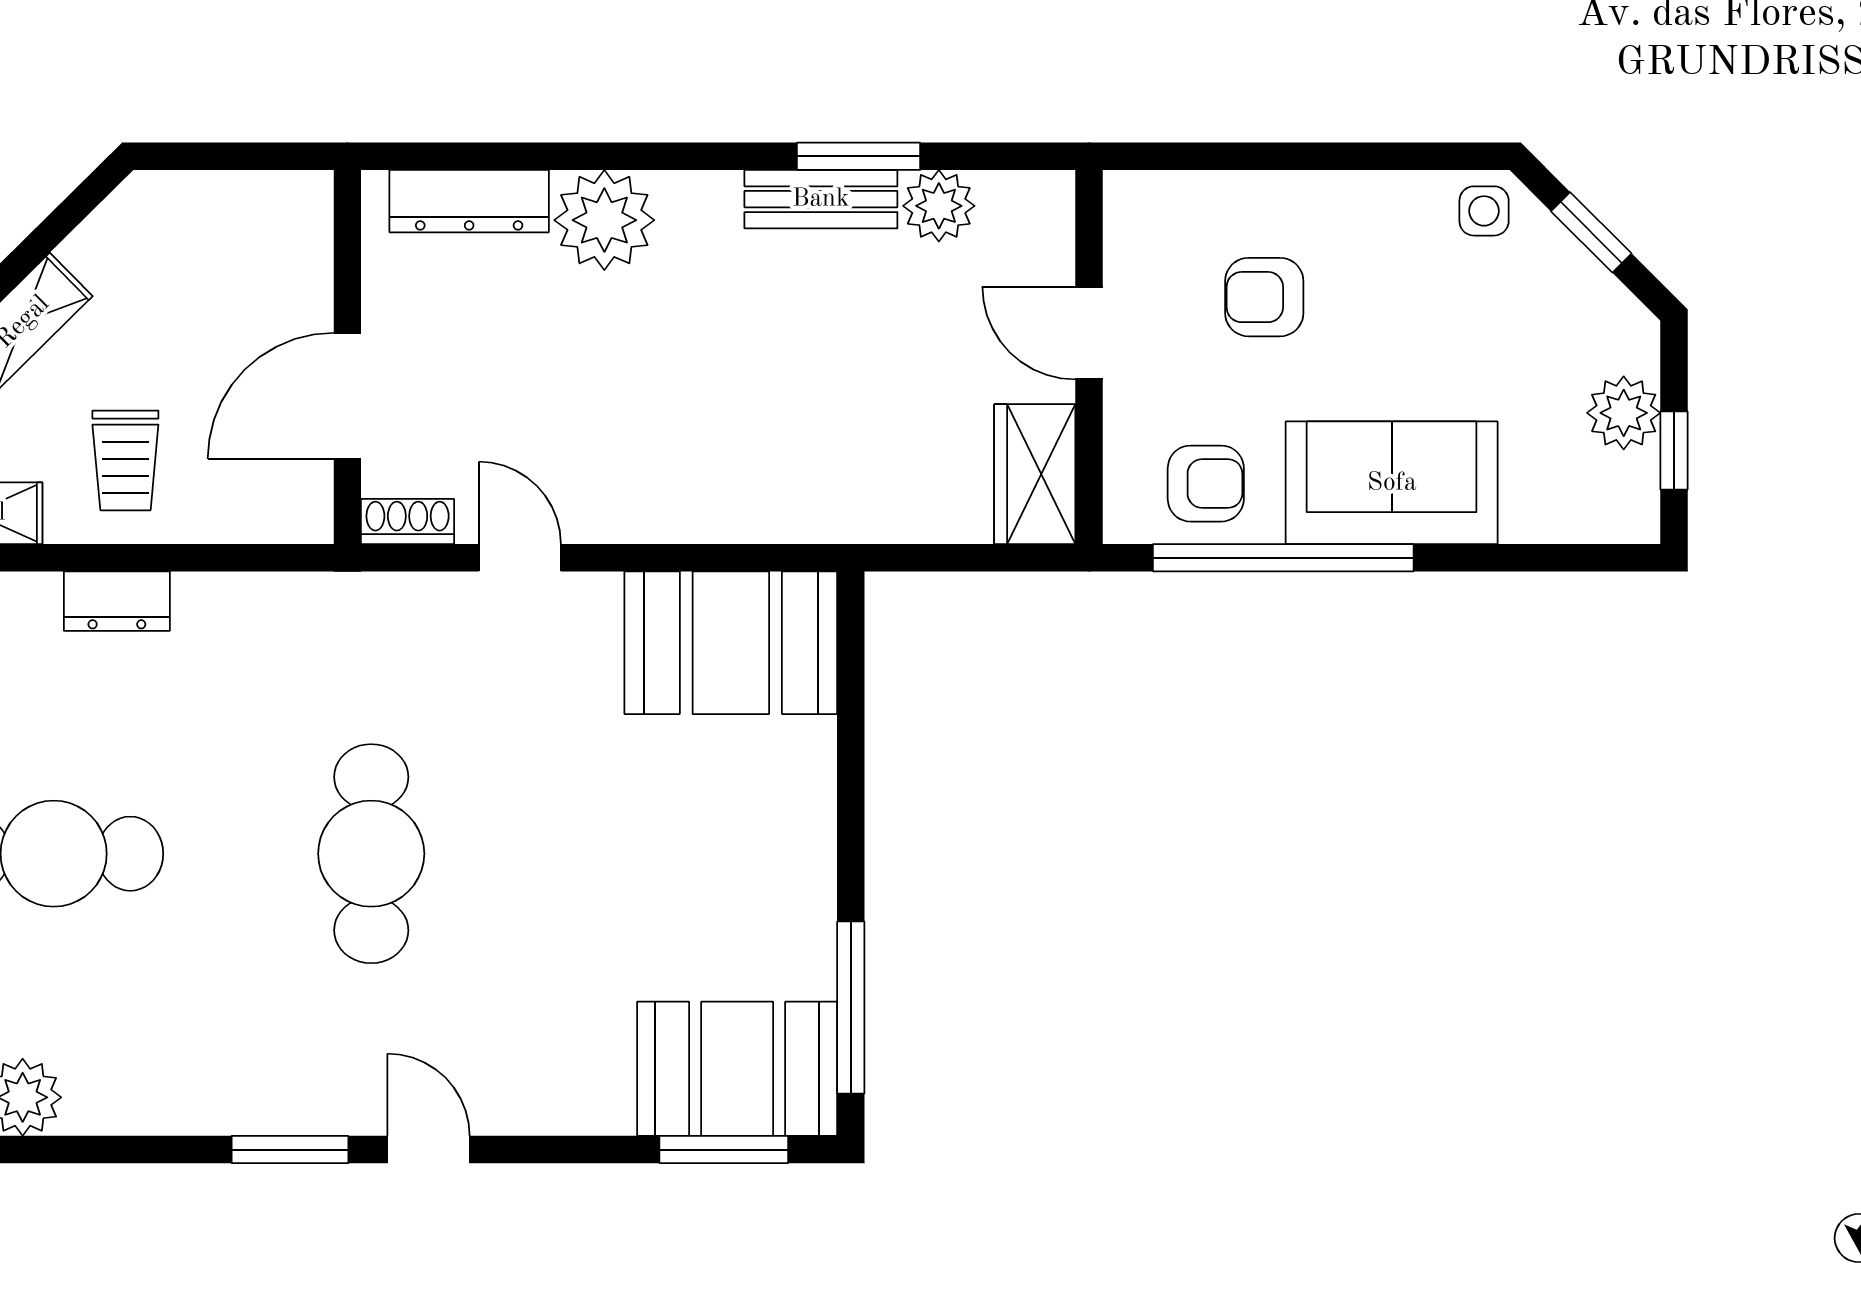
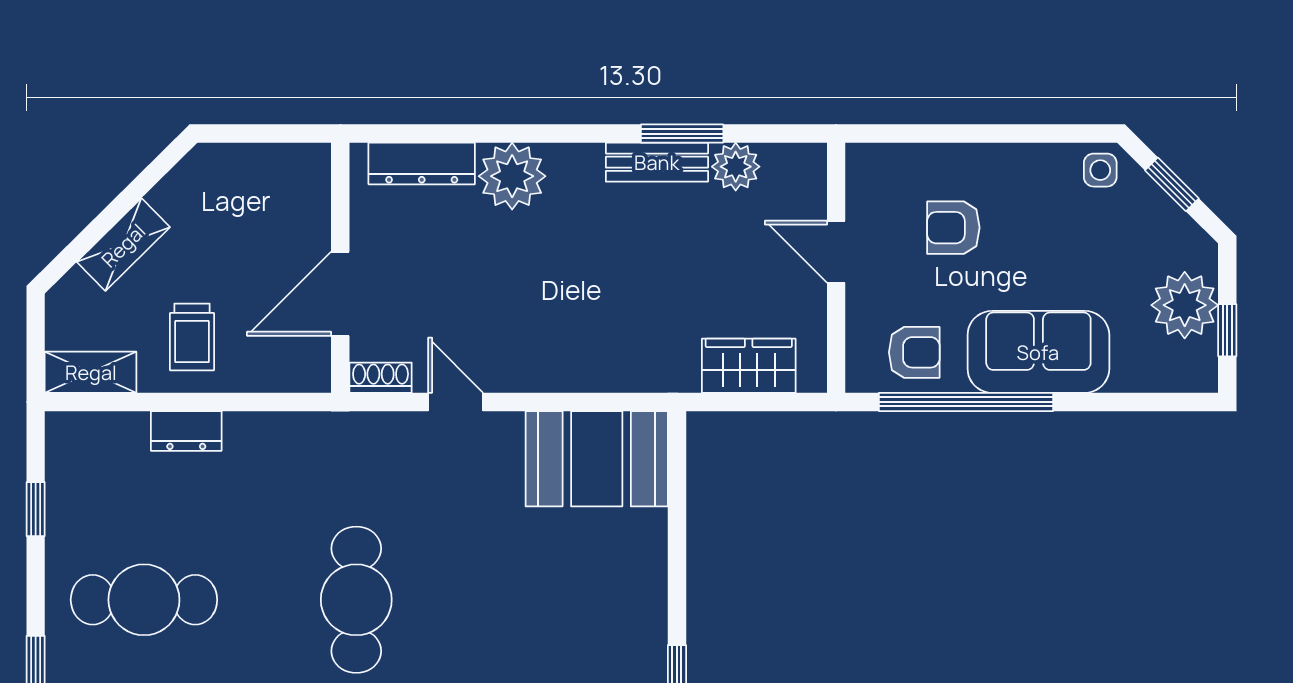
plant: (1624, 413) -> (1185, 305), width x1.36, depth x1.36
wardrobe: (1035, 474) -> (749, 366), moved, turned 90

